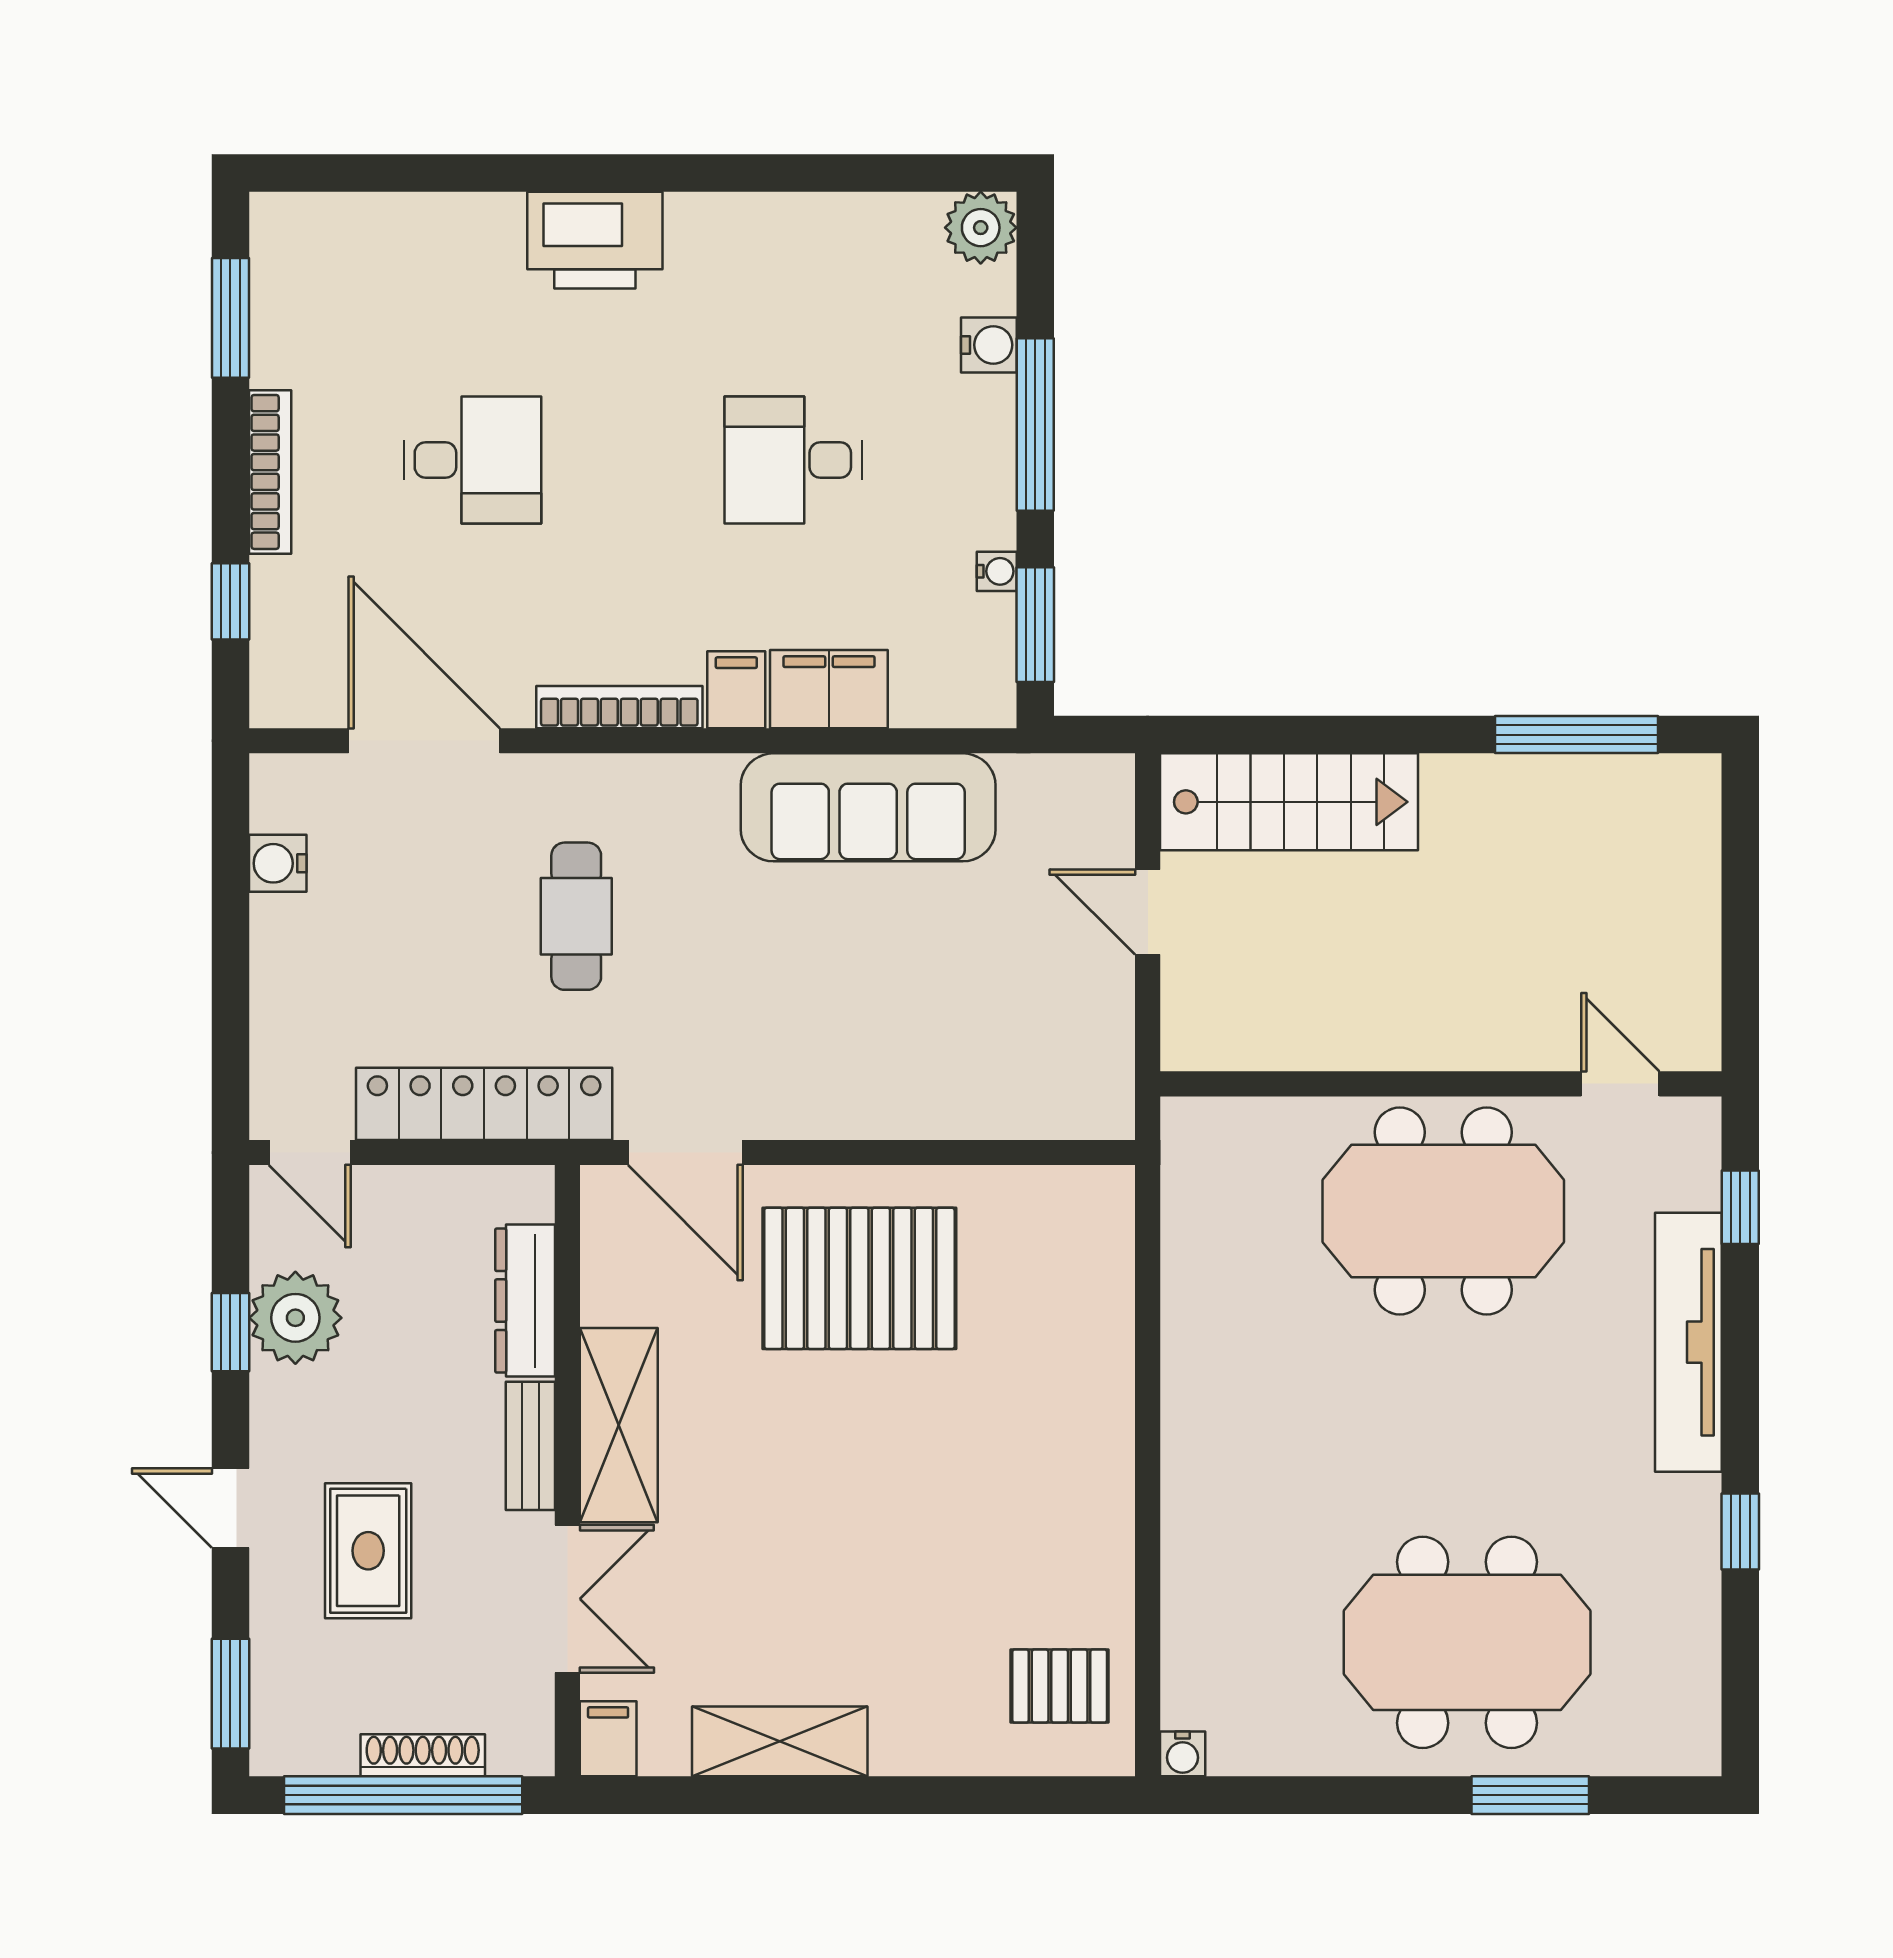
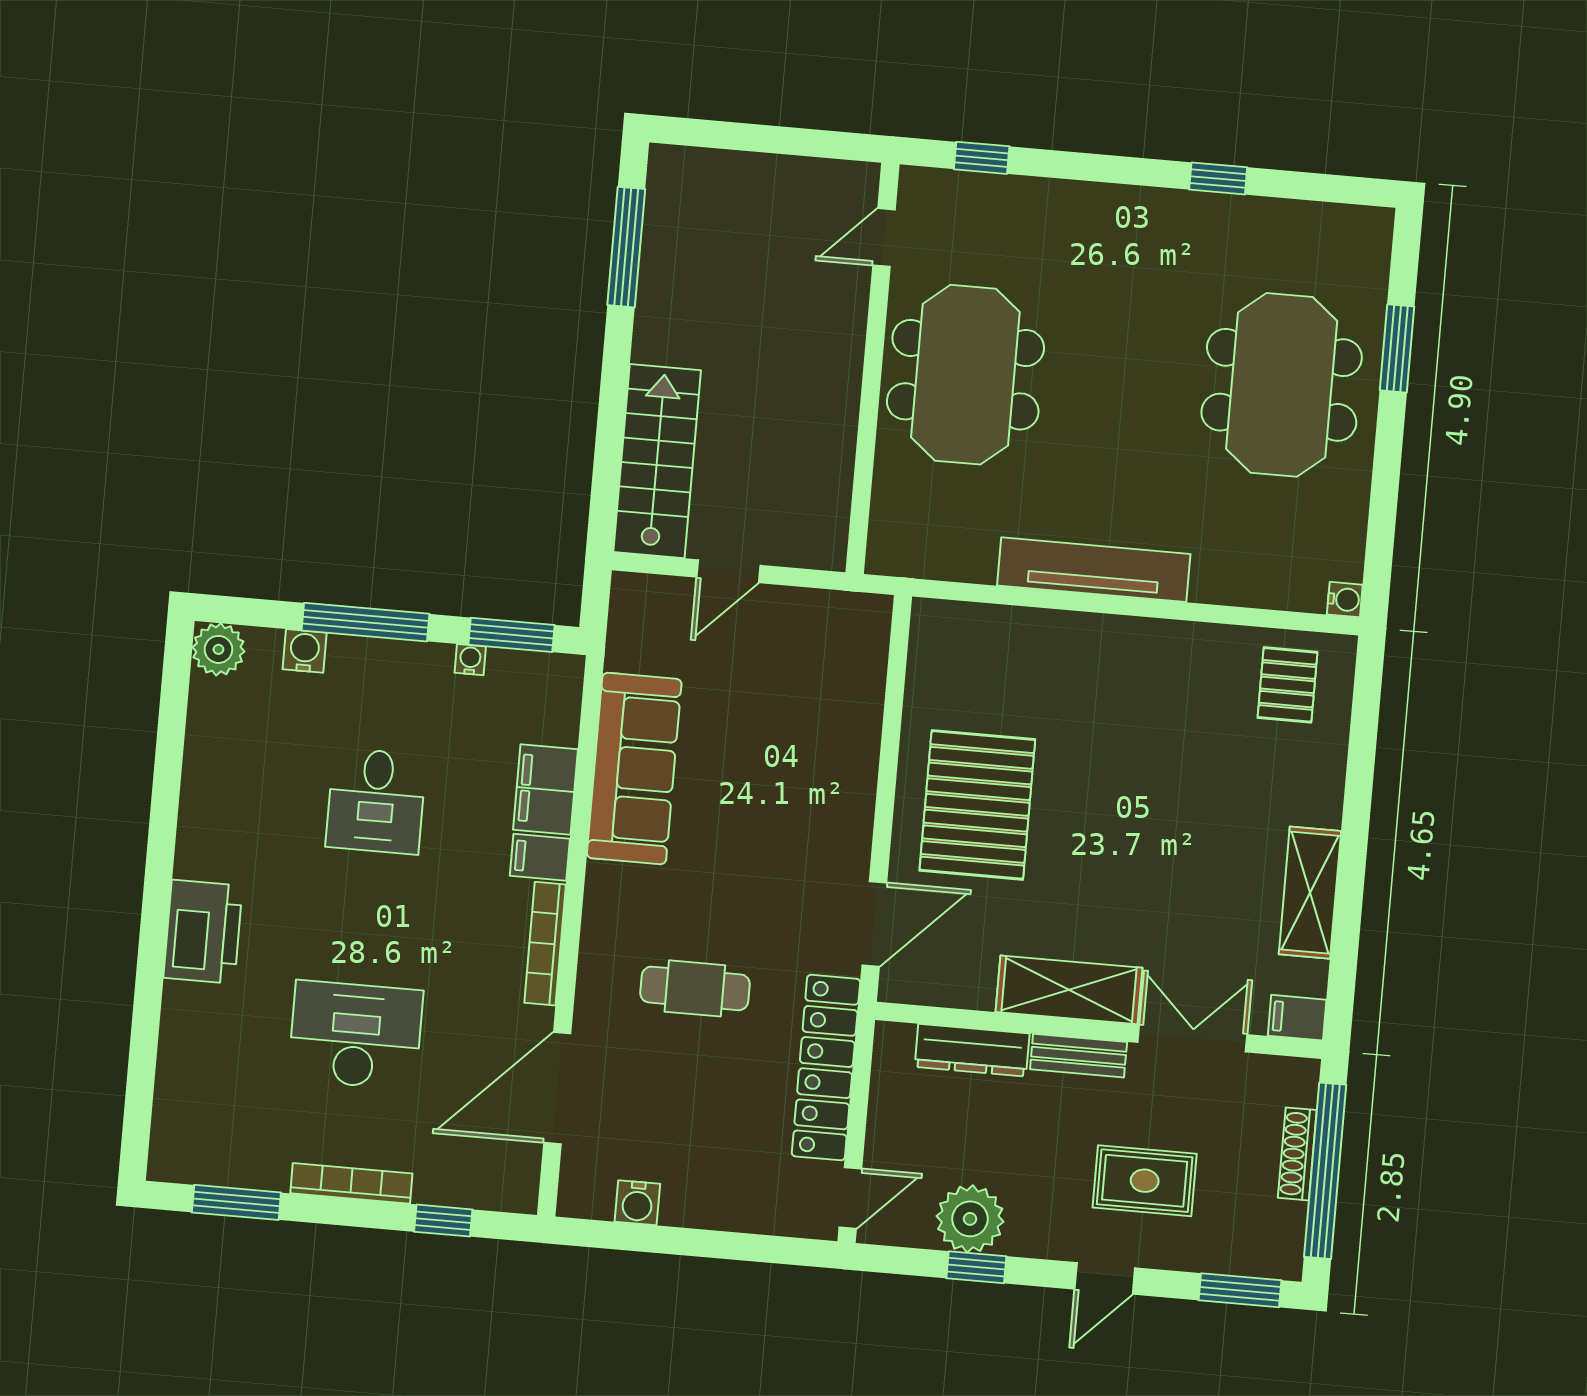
desk: (473, 460) -> (356, 1035), width x1.37
tv unit: (1688, 1342) -> (1094, 570), moved, turned 180

